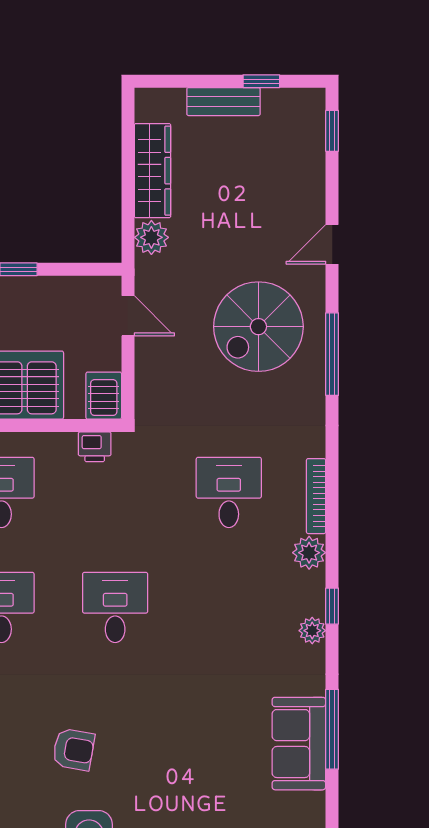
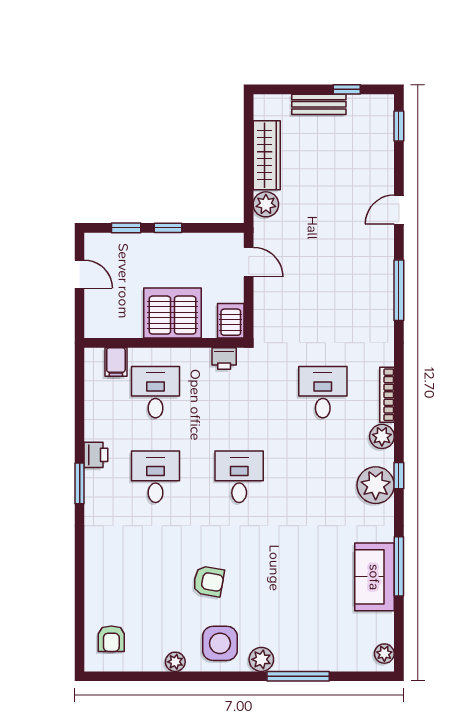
spiral stairs: (258, 327) -> (345, 270), removed
plant: (312, 631) -> (376, 485), width x1.88, depth x1.88

